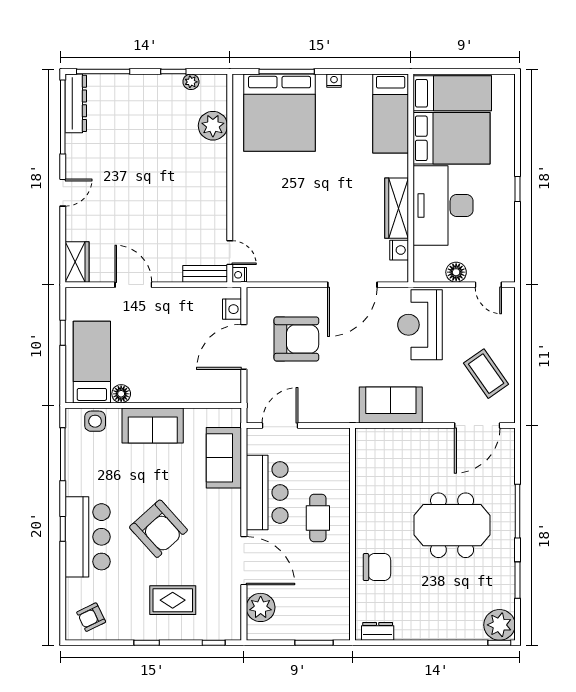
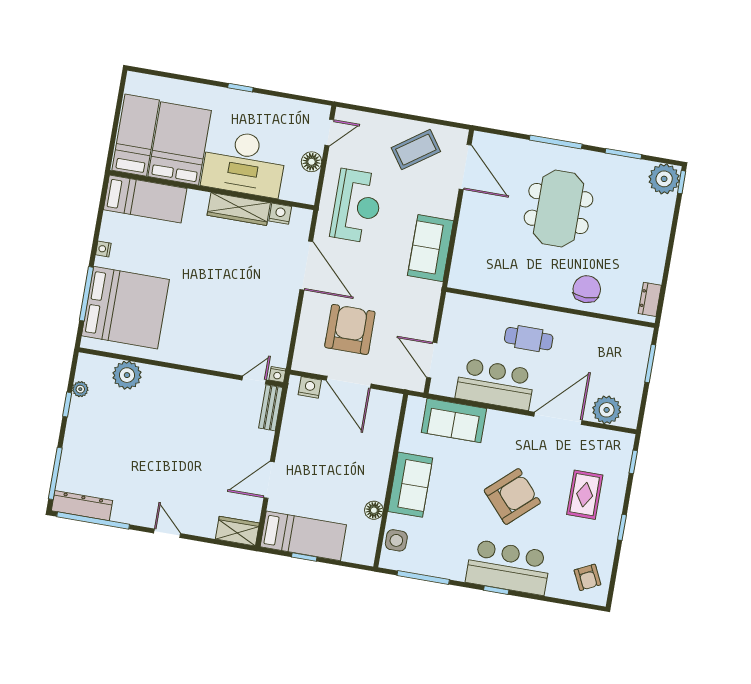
reception desk: (420, 325) -> (357, 206), turned -90
bed: (92, 362) -> (303, 536), moved, turned 180

